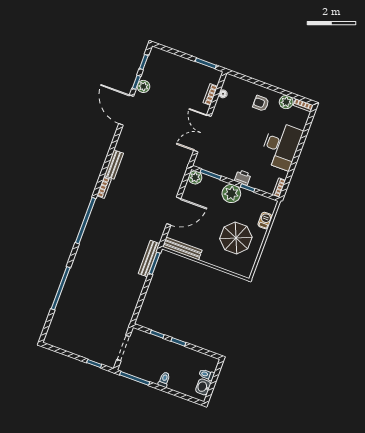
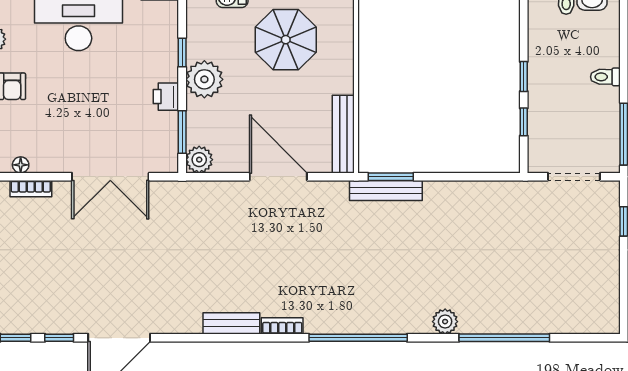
plant: (143, 86) -> (445, 322), moved
printer: (243, 178) -> (166, 97), moved

